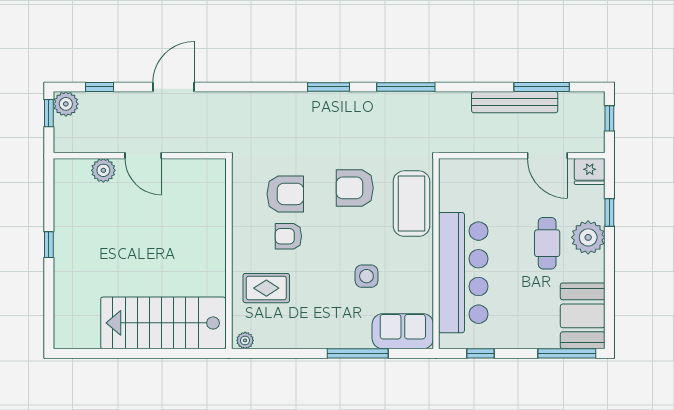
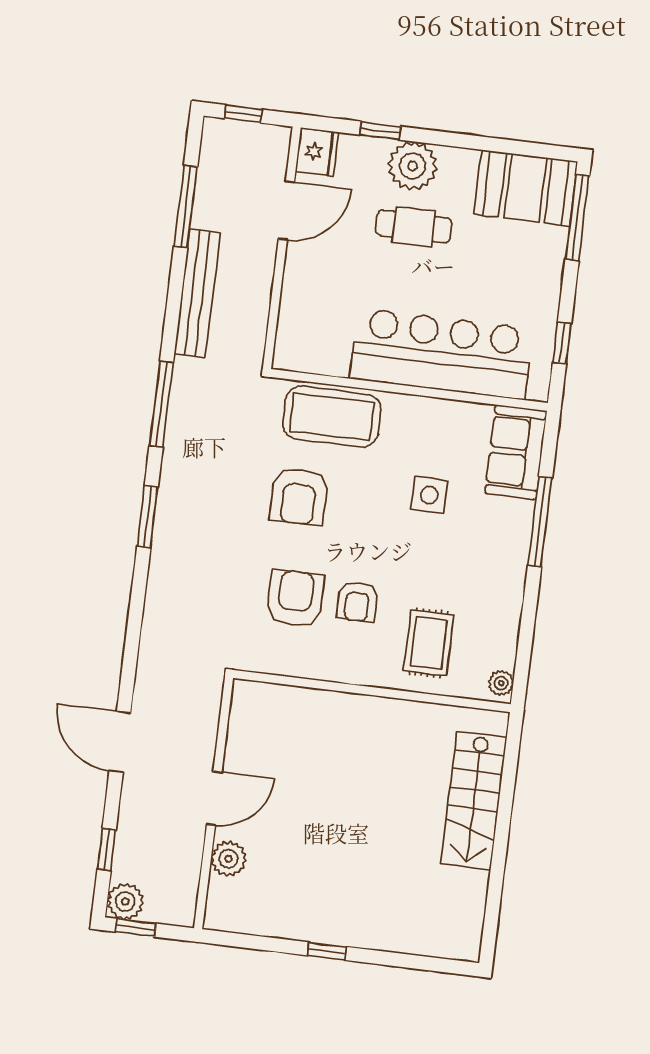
bench: (515, 102) -> (197, 293), moved
stairs: (163, 323) -> (474, 801), width x0.73, depth x0.66

